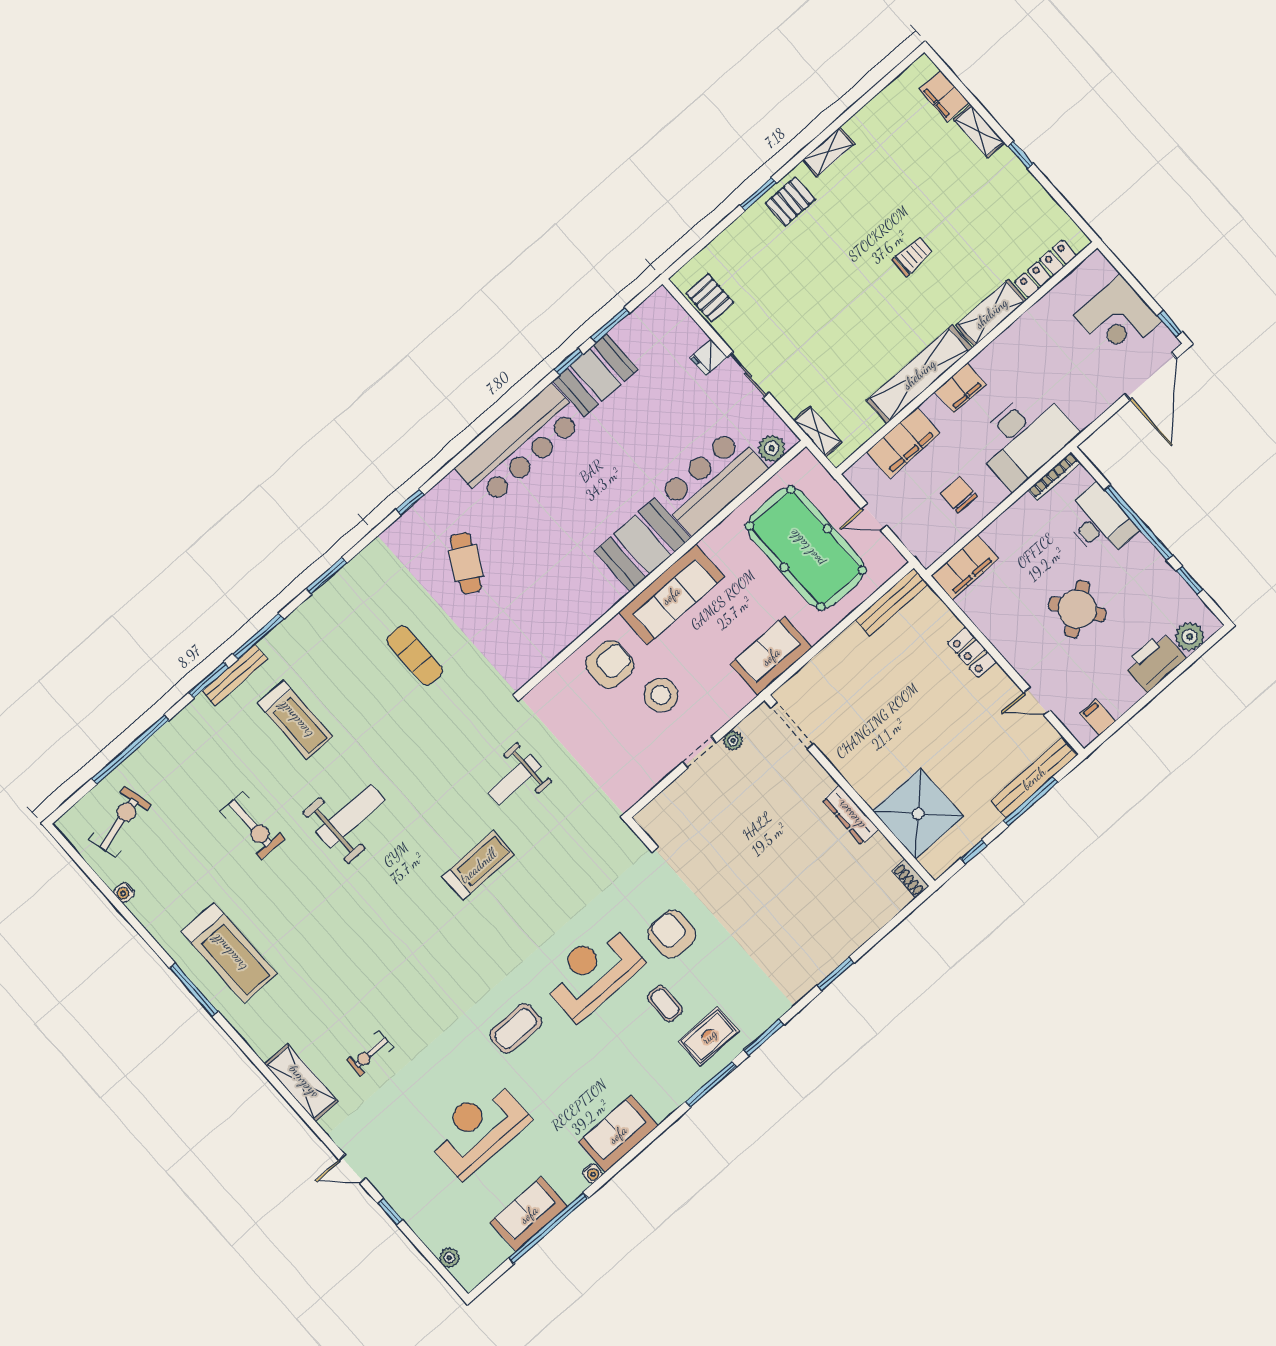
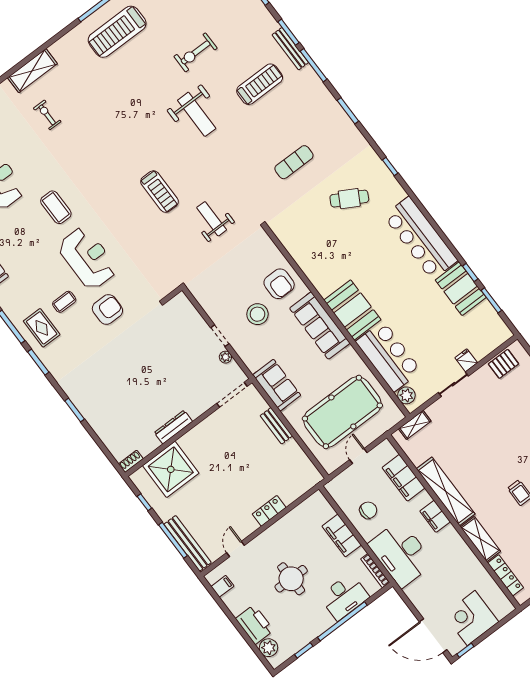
filing cabinet: (965, 567) -> (342, 535), moved
bench: (892, 602) -> (276, 426), moved, width x0.73
round table: (1077, 609) -> (291, 579), turned 35
treadmill: (295, 720) -> (260, 84), turned 180

